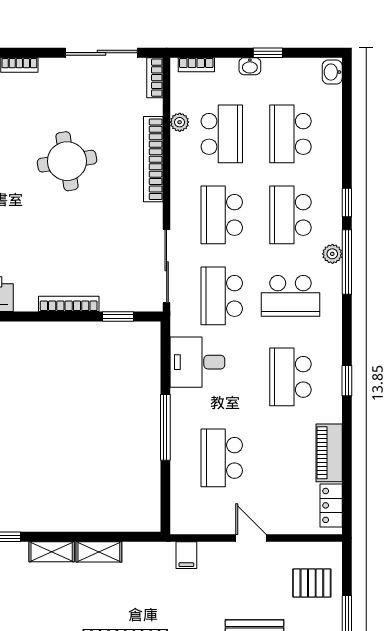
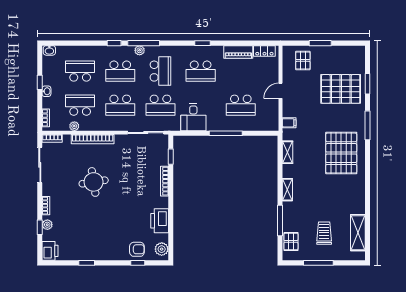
school desk: (290, 134) -> (80, 71), turned 180
shelving: (99, 552) -> (287, 152), moved

